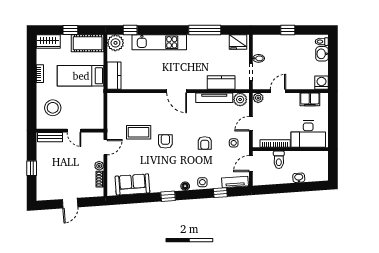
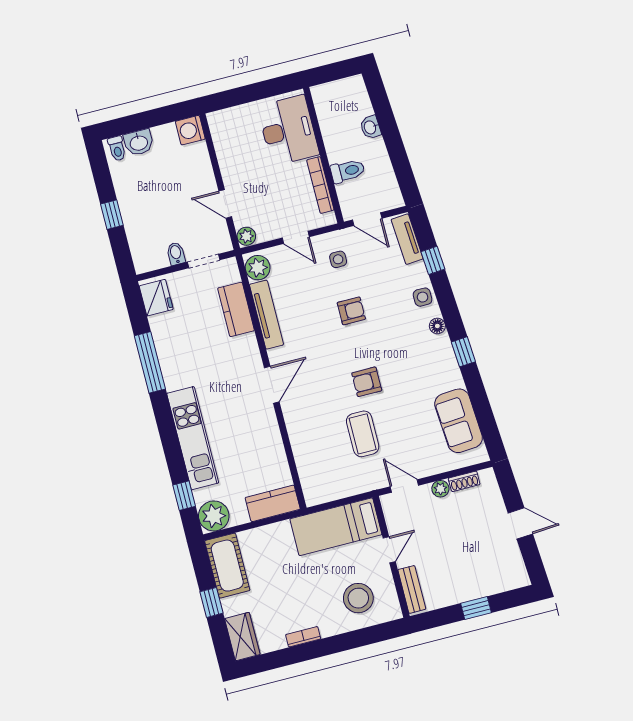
bed: (81, 76) -> (336, 527), moved, turned 90
filing cabinet: (310, 99) -> (225, 143), removed

